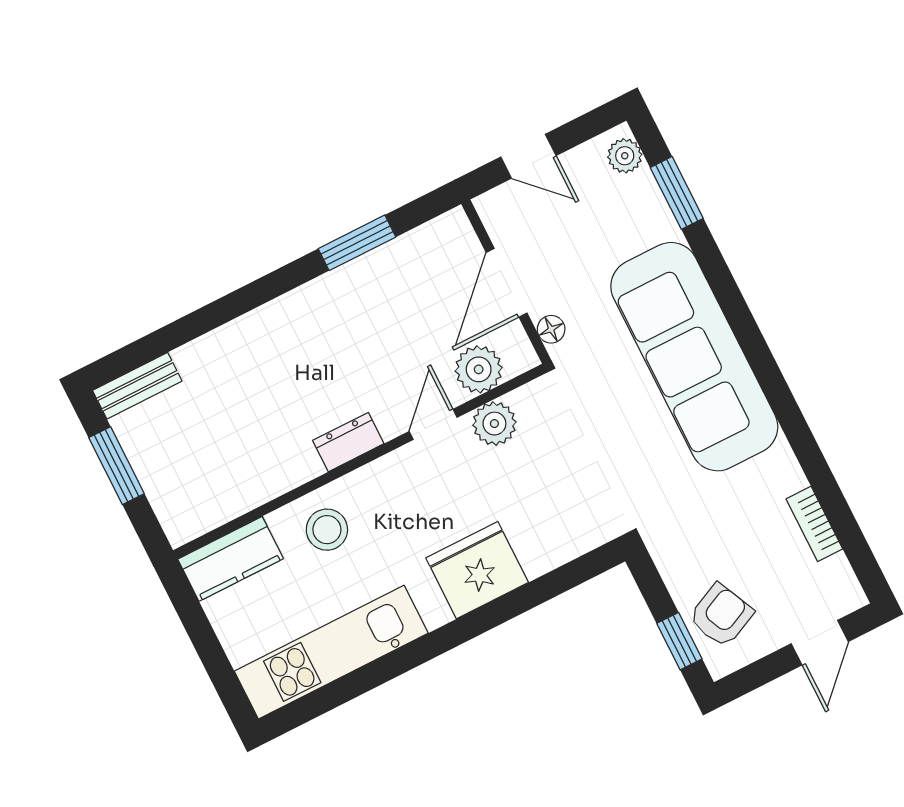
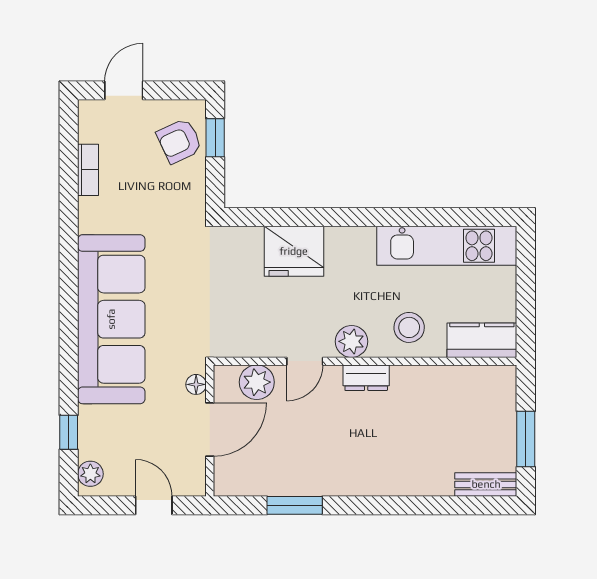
window: (677, 193) -> (69, 432), width x0.67
plant: (494, 424) -> (352, 341), moved
fridge: (477, 570) -> (294, 251), moved

